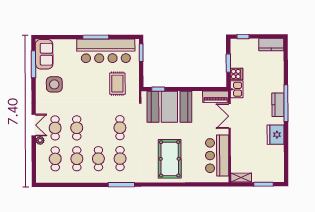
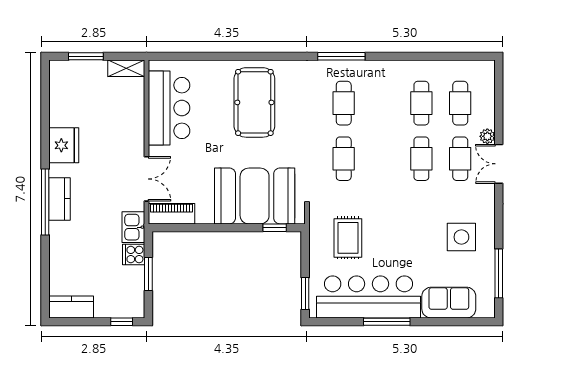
sofa: (44, 54) -> (449, 303), moved, turned 90
cafe table: (98, 159) -> (383, 103), removed

